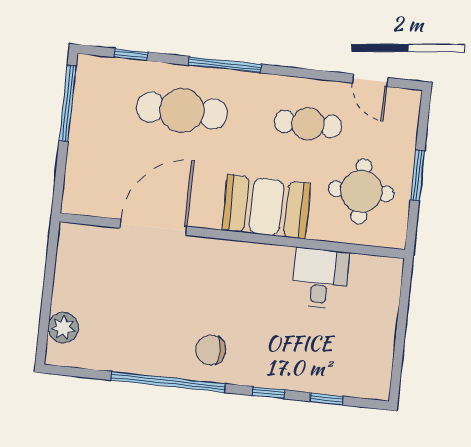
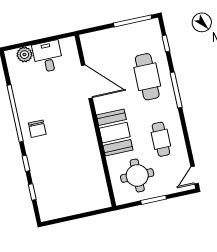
door: (370, 80) -> (195, 175), moved
desk: (320, 278) -> (48, 57), moved, turned -90
chair: (211, 350) -> (37, 129), turned 180

